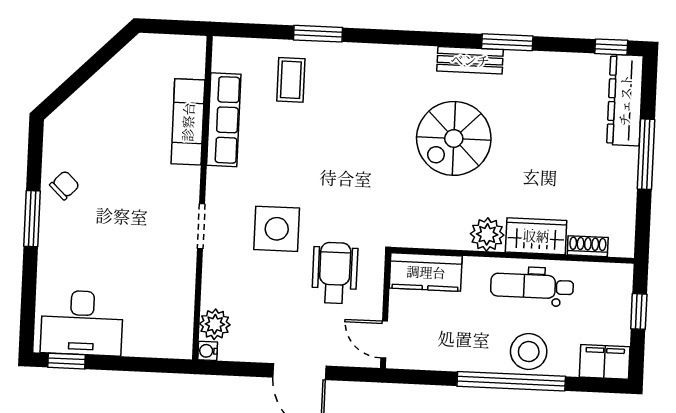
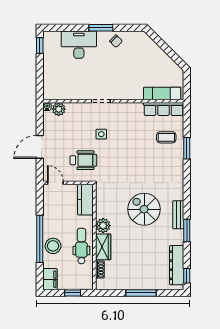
dresser: (625, 100) -> (177, 265), moved, turned -90
row of seats: (224, 120) -> (163, 109), moved
exam couch: (188, 122) -> (162, 93), moved
side table: (277, 229) -> (101, 134), width x0.54, depth x0.54
desk: (82, 323) -> (79, 45), moved, turned 90
door: (384, 340) -> (55, 183), hinge flipped

